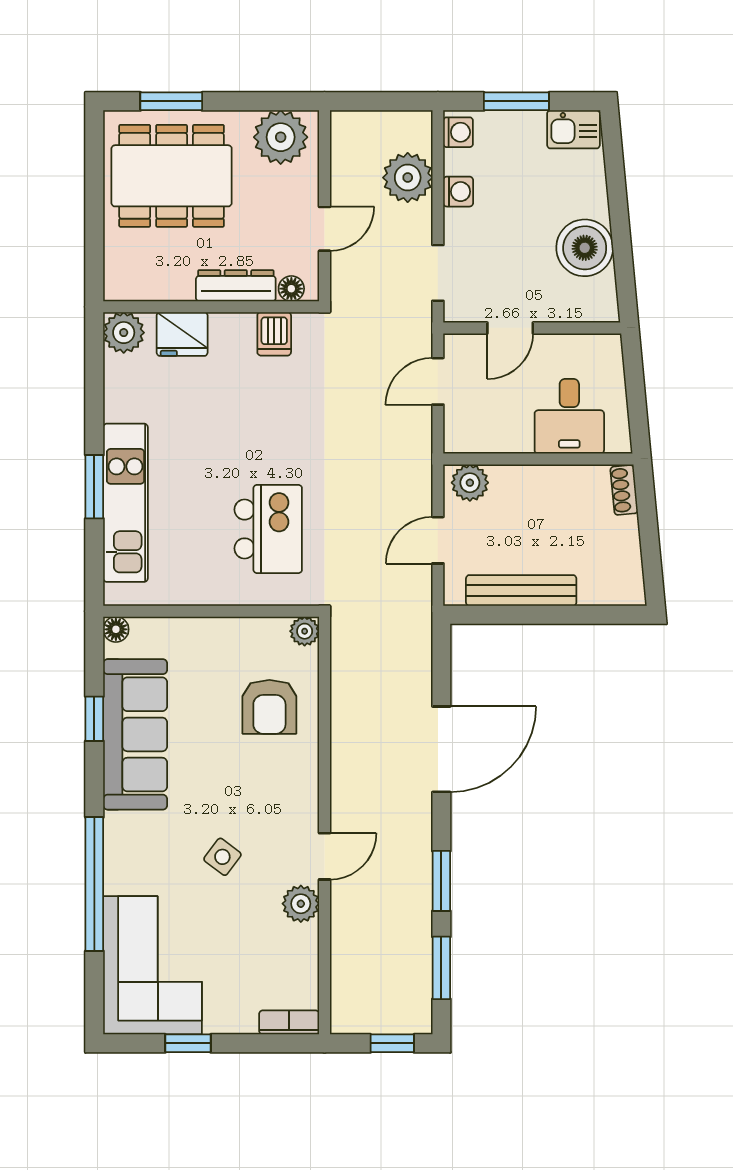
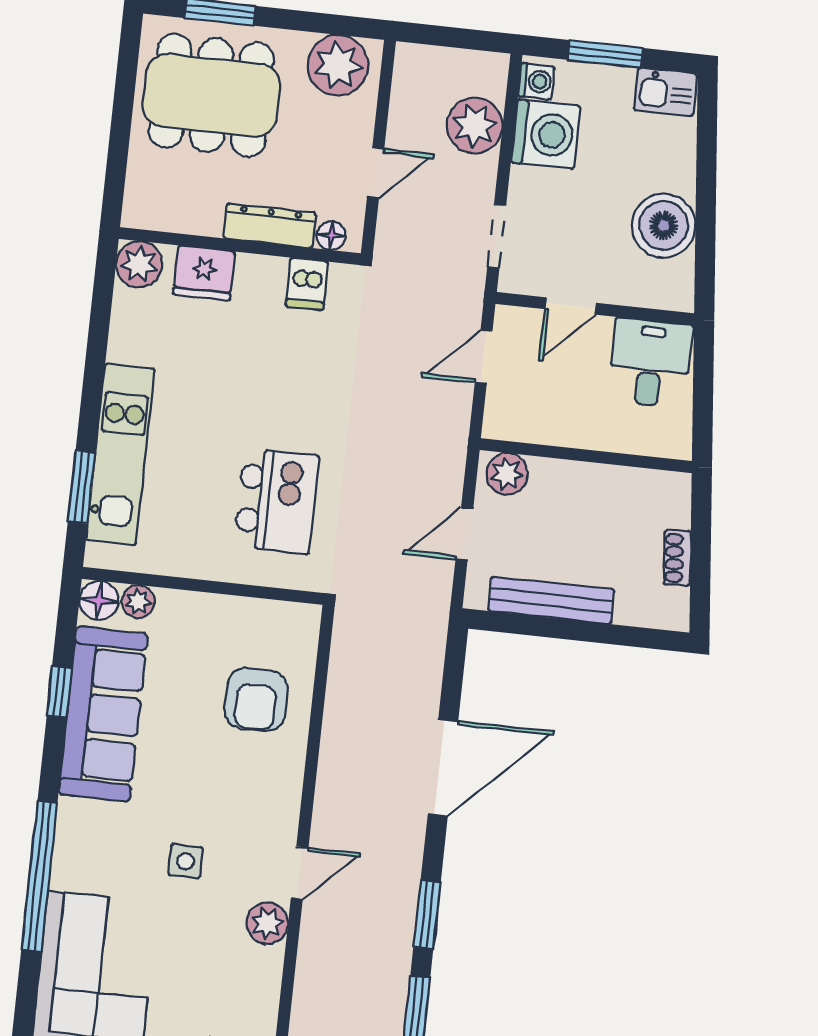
washing machine: (458, 192) -> (546, 134), width x1.89, depth x1.89
desk: (569, 416) -> (650, 363), moved, turned 180
window: (94, 487) -> (82, 487), moved
shoe rack: (624, 490) -> (677, 558), moved
floor lamp: (116, 629) -> (99, 600), width x1.37, depth x1.37
plant: (305, 631) -> (138, 601), moved
side table: (222, 857) -> (186, 861), turned -37

